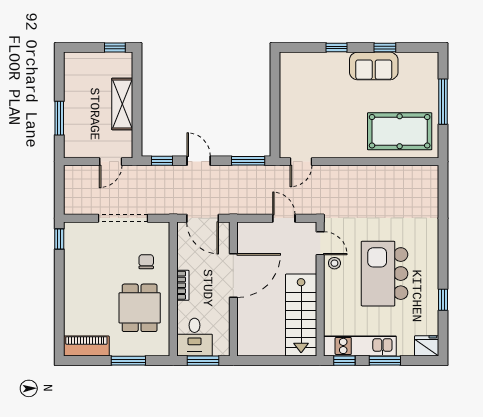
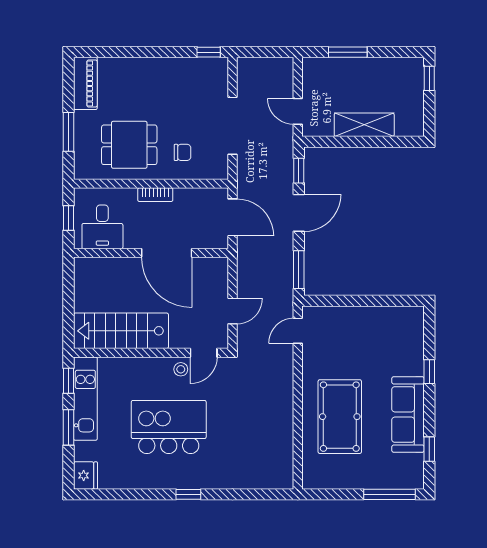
window: (115, 48) -> (429, 78), moved
window: (385, 48) -> (429, 449), moved
sofa: (374, 66) -> (408, 415), width x1.36
window: (443, 102) -> (389, 494), moved
pool table: (400, 131) -> (340, 417), moved
door: (199, 161) -> (299, 213), width x1.38
door: (301, 162) -> (298, 331), hinge flipped
door: (203, 218) -> (233, 217), swing flipped
window: (443, 300) -> (188, 494), moved
desk: (195, 337) -> (102, 227), moved, turned -90
window: (203, 361) -> (68, 218), width x0.67

